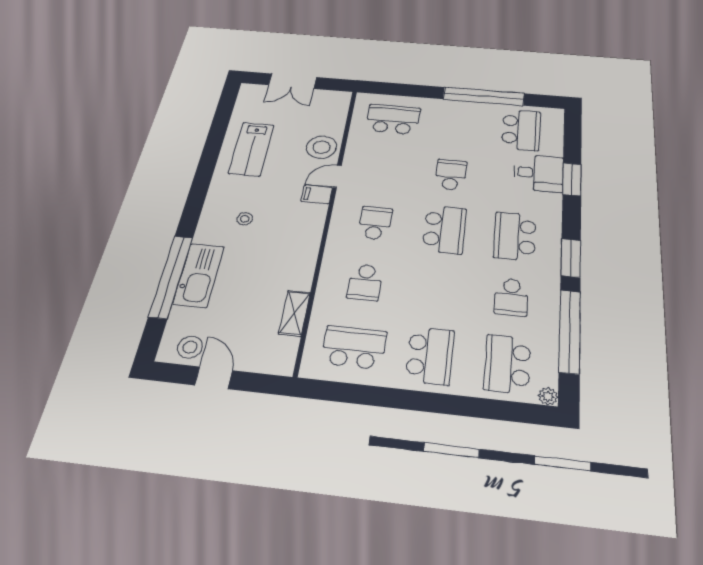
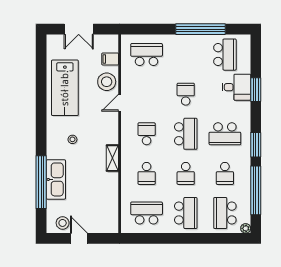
lab bench: (251, 149) -> (65, 88), width x1.36, depth x1.39
filing cabinet: (317, 194) -> (110, 59), moved
school desk: (515, 236) -> (225, 134), turned -90
school desk: (438, 290) -> (186, 173), added
shelving: (294, 313) -> (112, 158), moved

